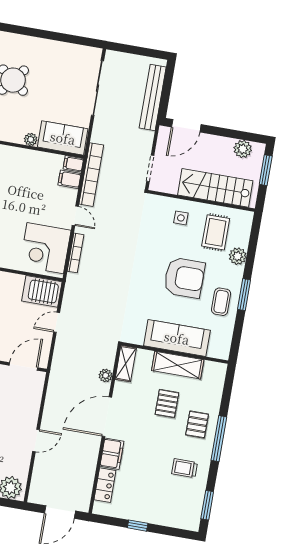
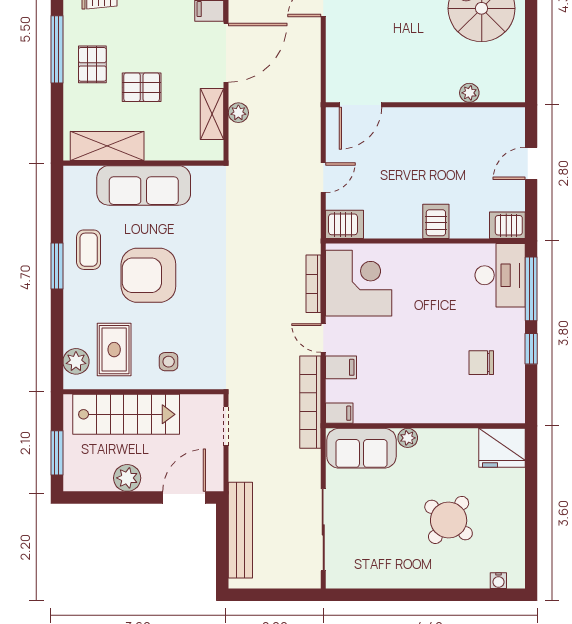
plant: (243, 149) -> (127, 478), moved
filing cabinet: (69, 179) -> (341, 367), moved
plant: (238, 256) -> (76, 361), moved
server rack: (42, 291) -> (344, 224), width x0.73, depth x0.70
shelving: (126, 364) -> (212, 114), moved
shelving: (178, 365) -> (107, 146), moved
pallet: (167, 404) -> (142, 87), turned 90

